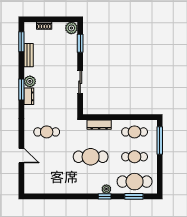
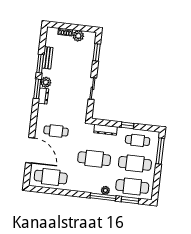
plant: (71, 28) -> (78, 36), moved
window: (21, 42) -> (40, 64), moved
window: (122, 117) -> (127, 125), added
door: (21, 156) -> (30, 150), width x1.88
cafe table: (135, 157) -> (135, 163), width x1.37, depth x1.35
cafe table: (47, 182) -> (51, 177), added
window: (105, 196) -> (103, 197), width x2.17

